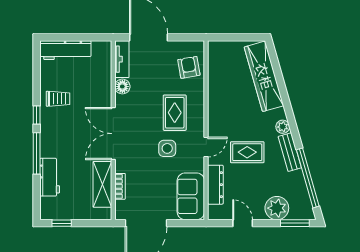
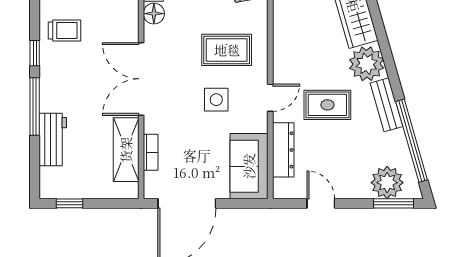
rug: (175, 113) -> (227, 50), turned 90
plant: (283, 127) -> (367, 64), width x1.88, depth x1.88
plant: (277, 208) -> (387, 183), moved

